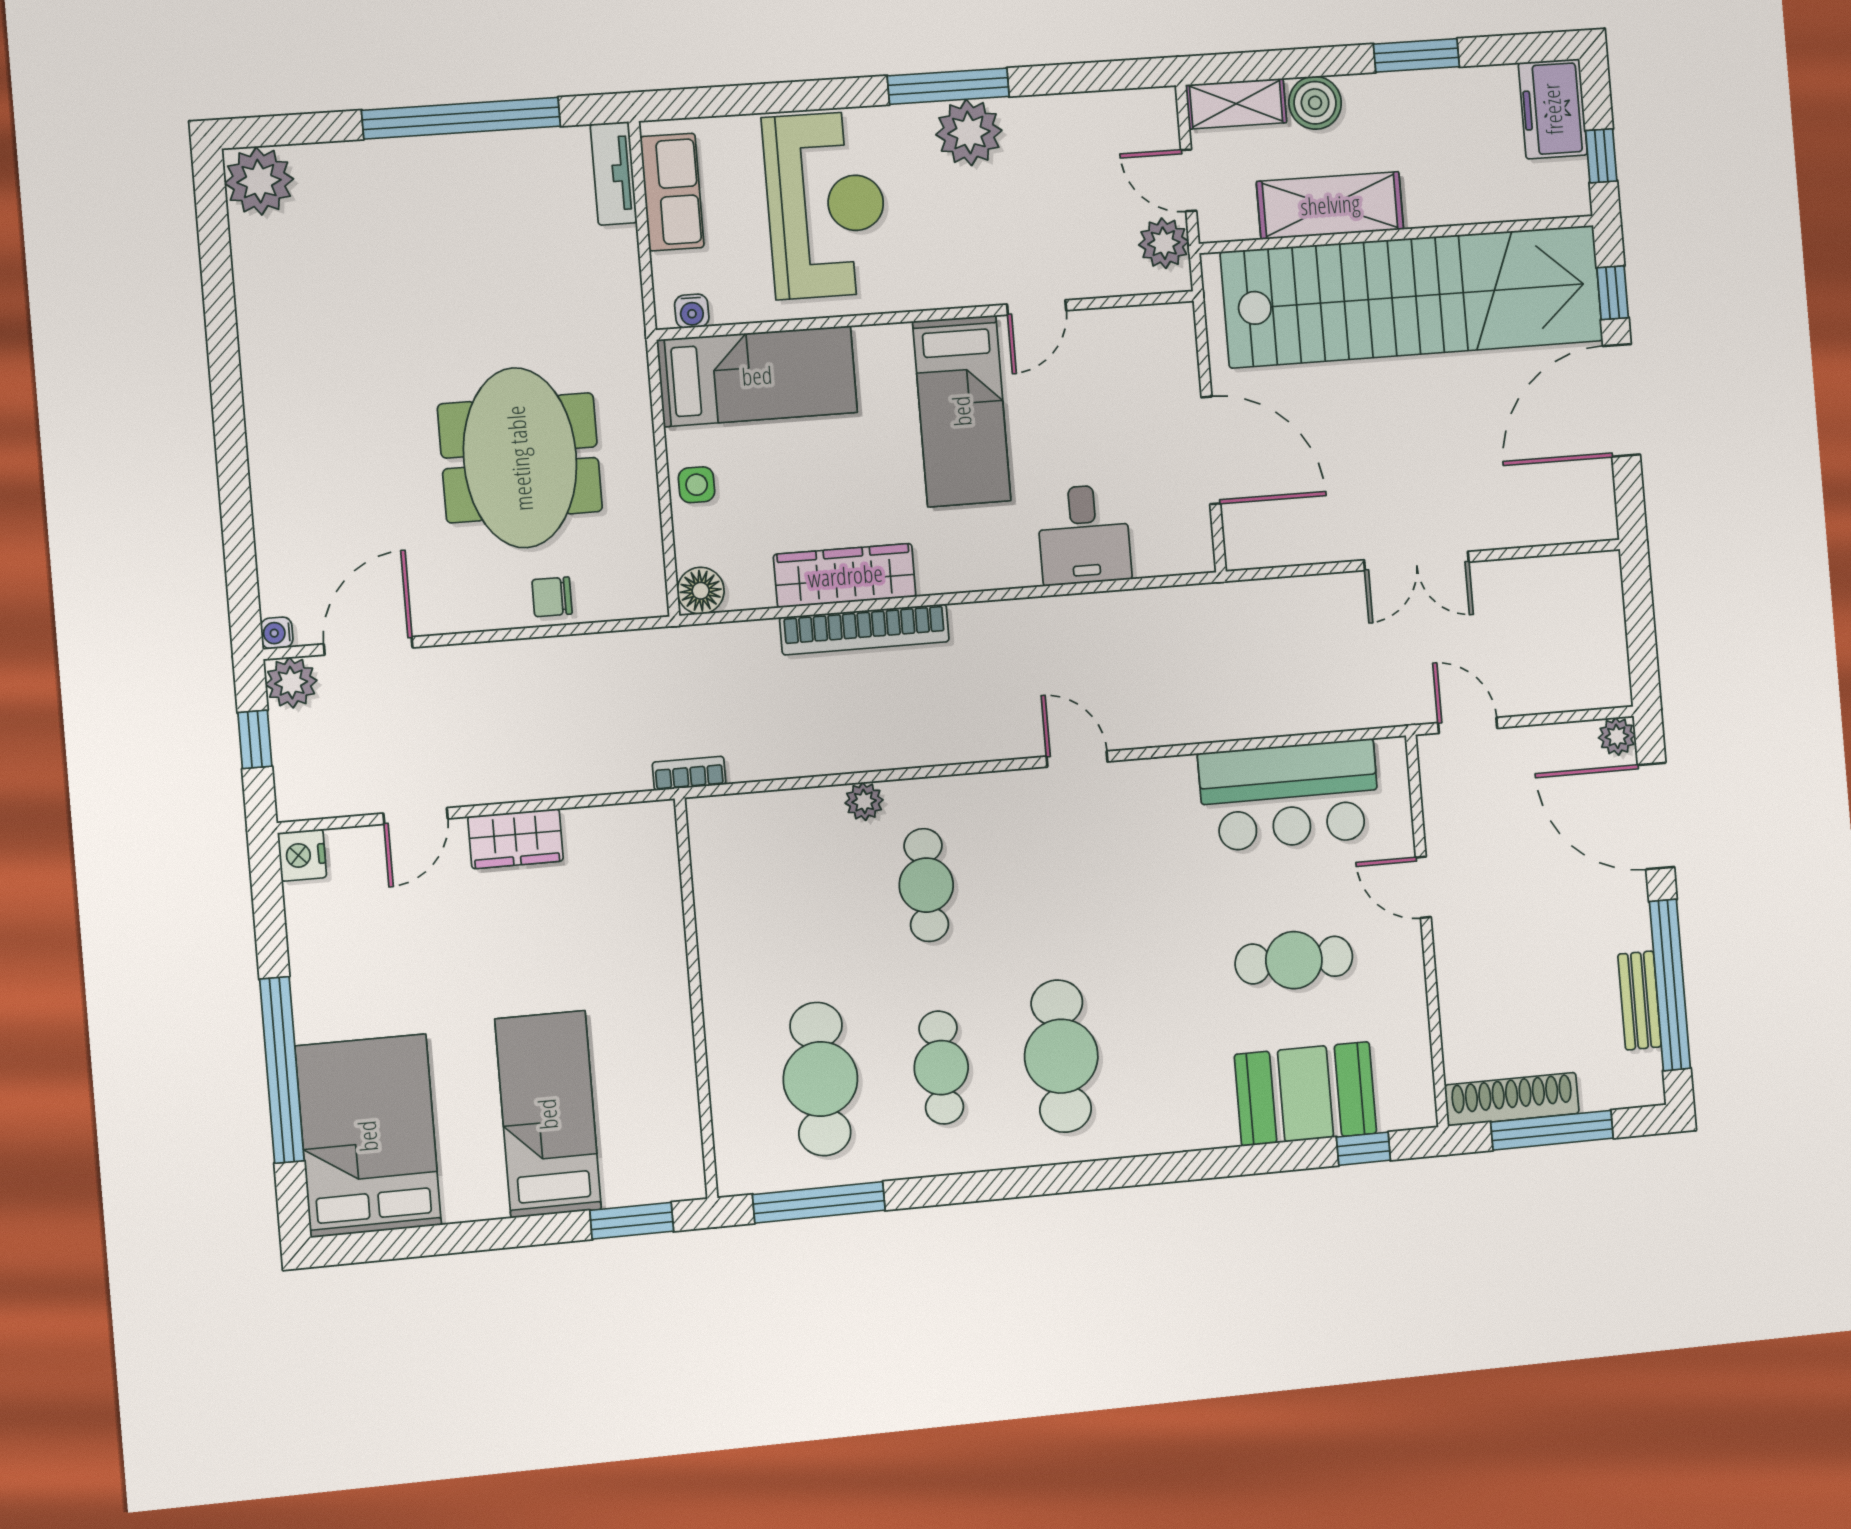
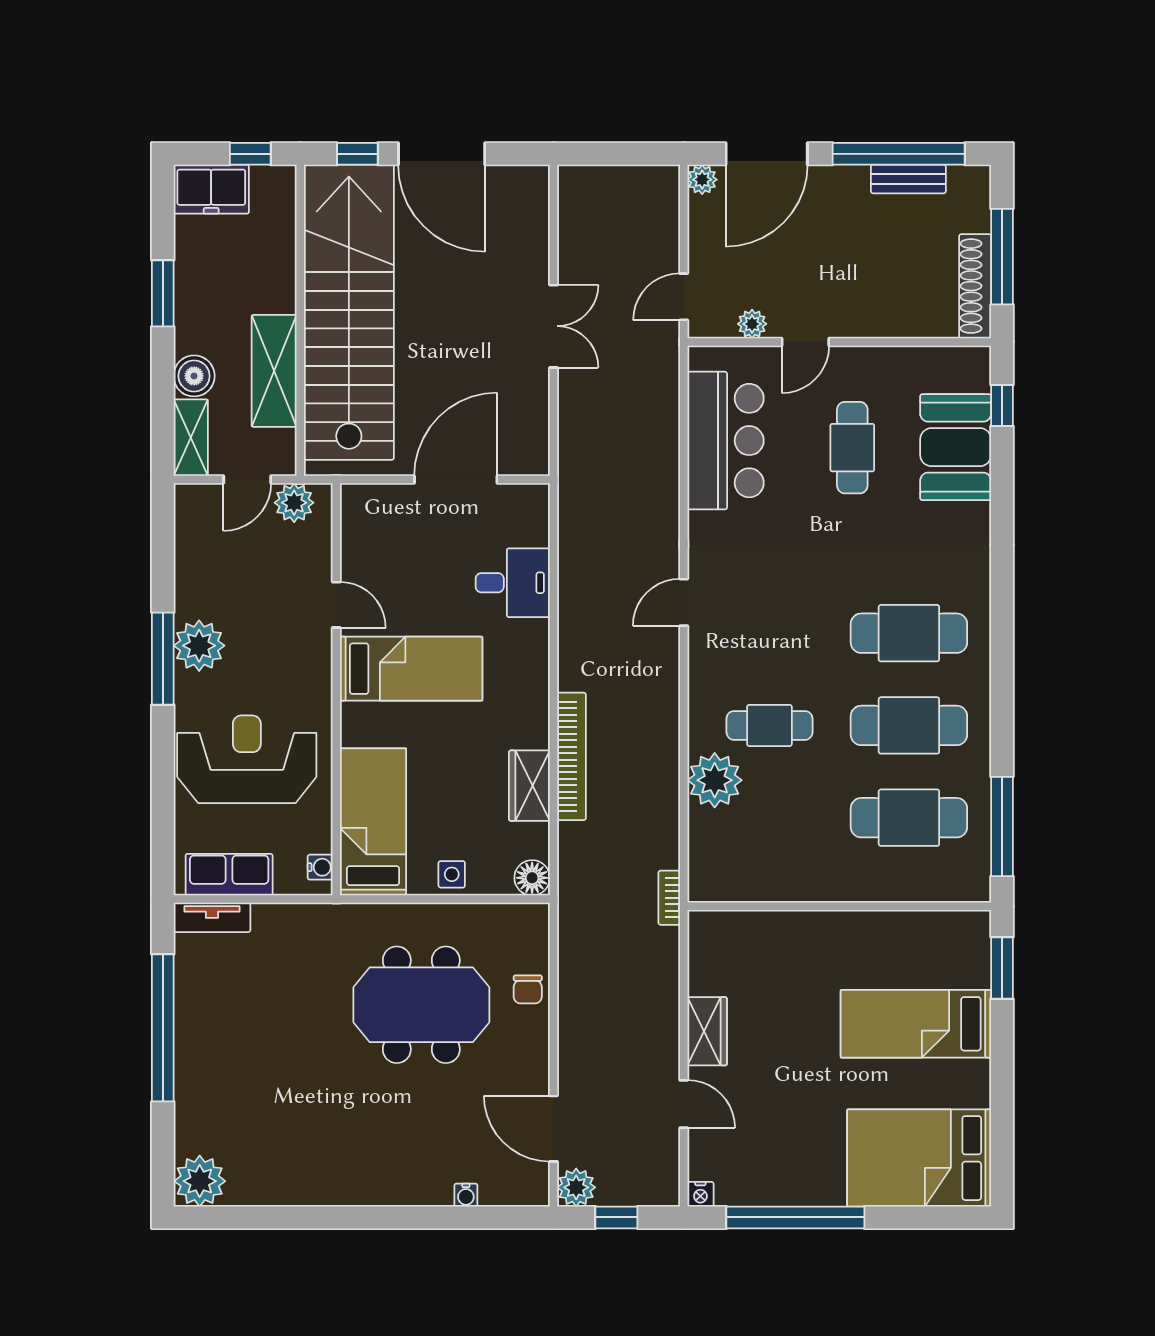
wardrobe: (845, 576) -> (529, 786), width x0.67
water cooler: (277, 633) -> (466, 1195), moved
plant: (864, 801) -> (715, 780), width x1.88, depth x1.88
plant: (1441, 817) -> (752, 324), added
nightstand: (302, 855) -> (700, 1194), width x0.72, depth x0.74
cafe table: (941, 1068) -> (909, 725), width x1.37, depth x1.35
window: (282, 1070) -> (795, 1217), moved

